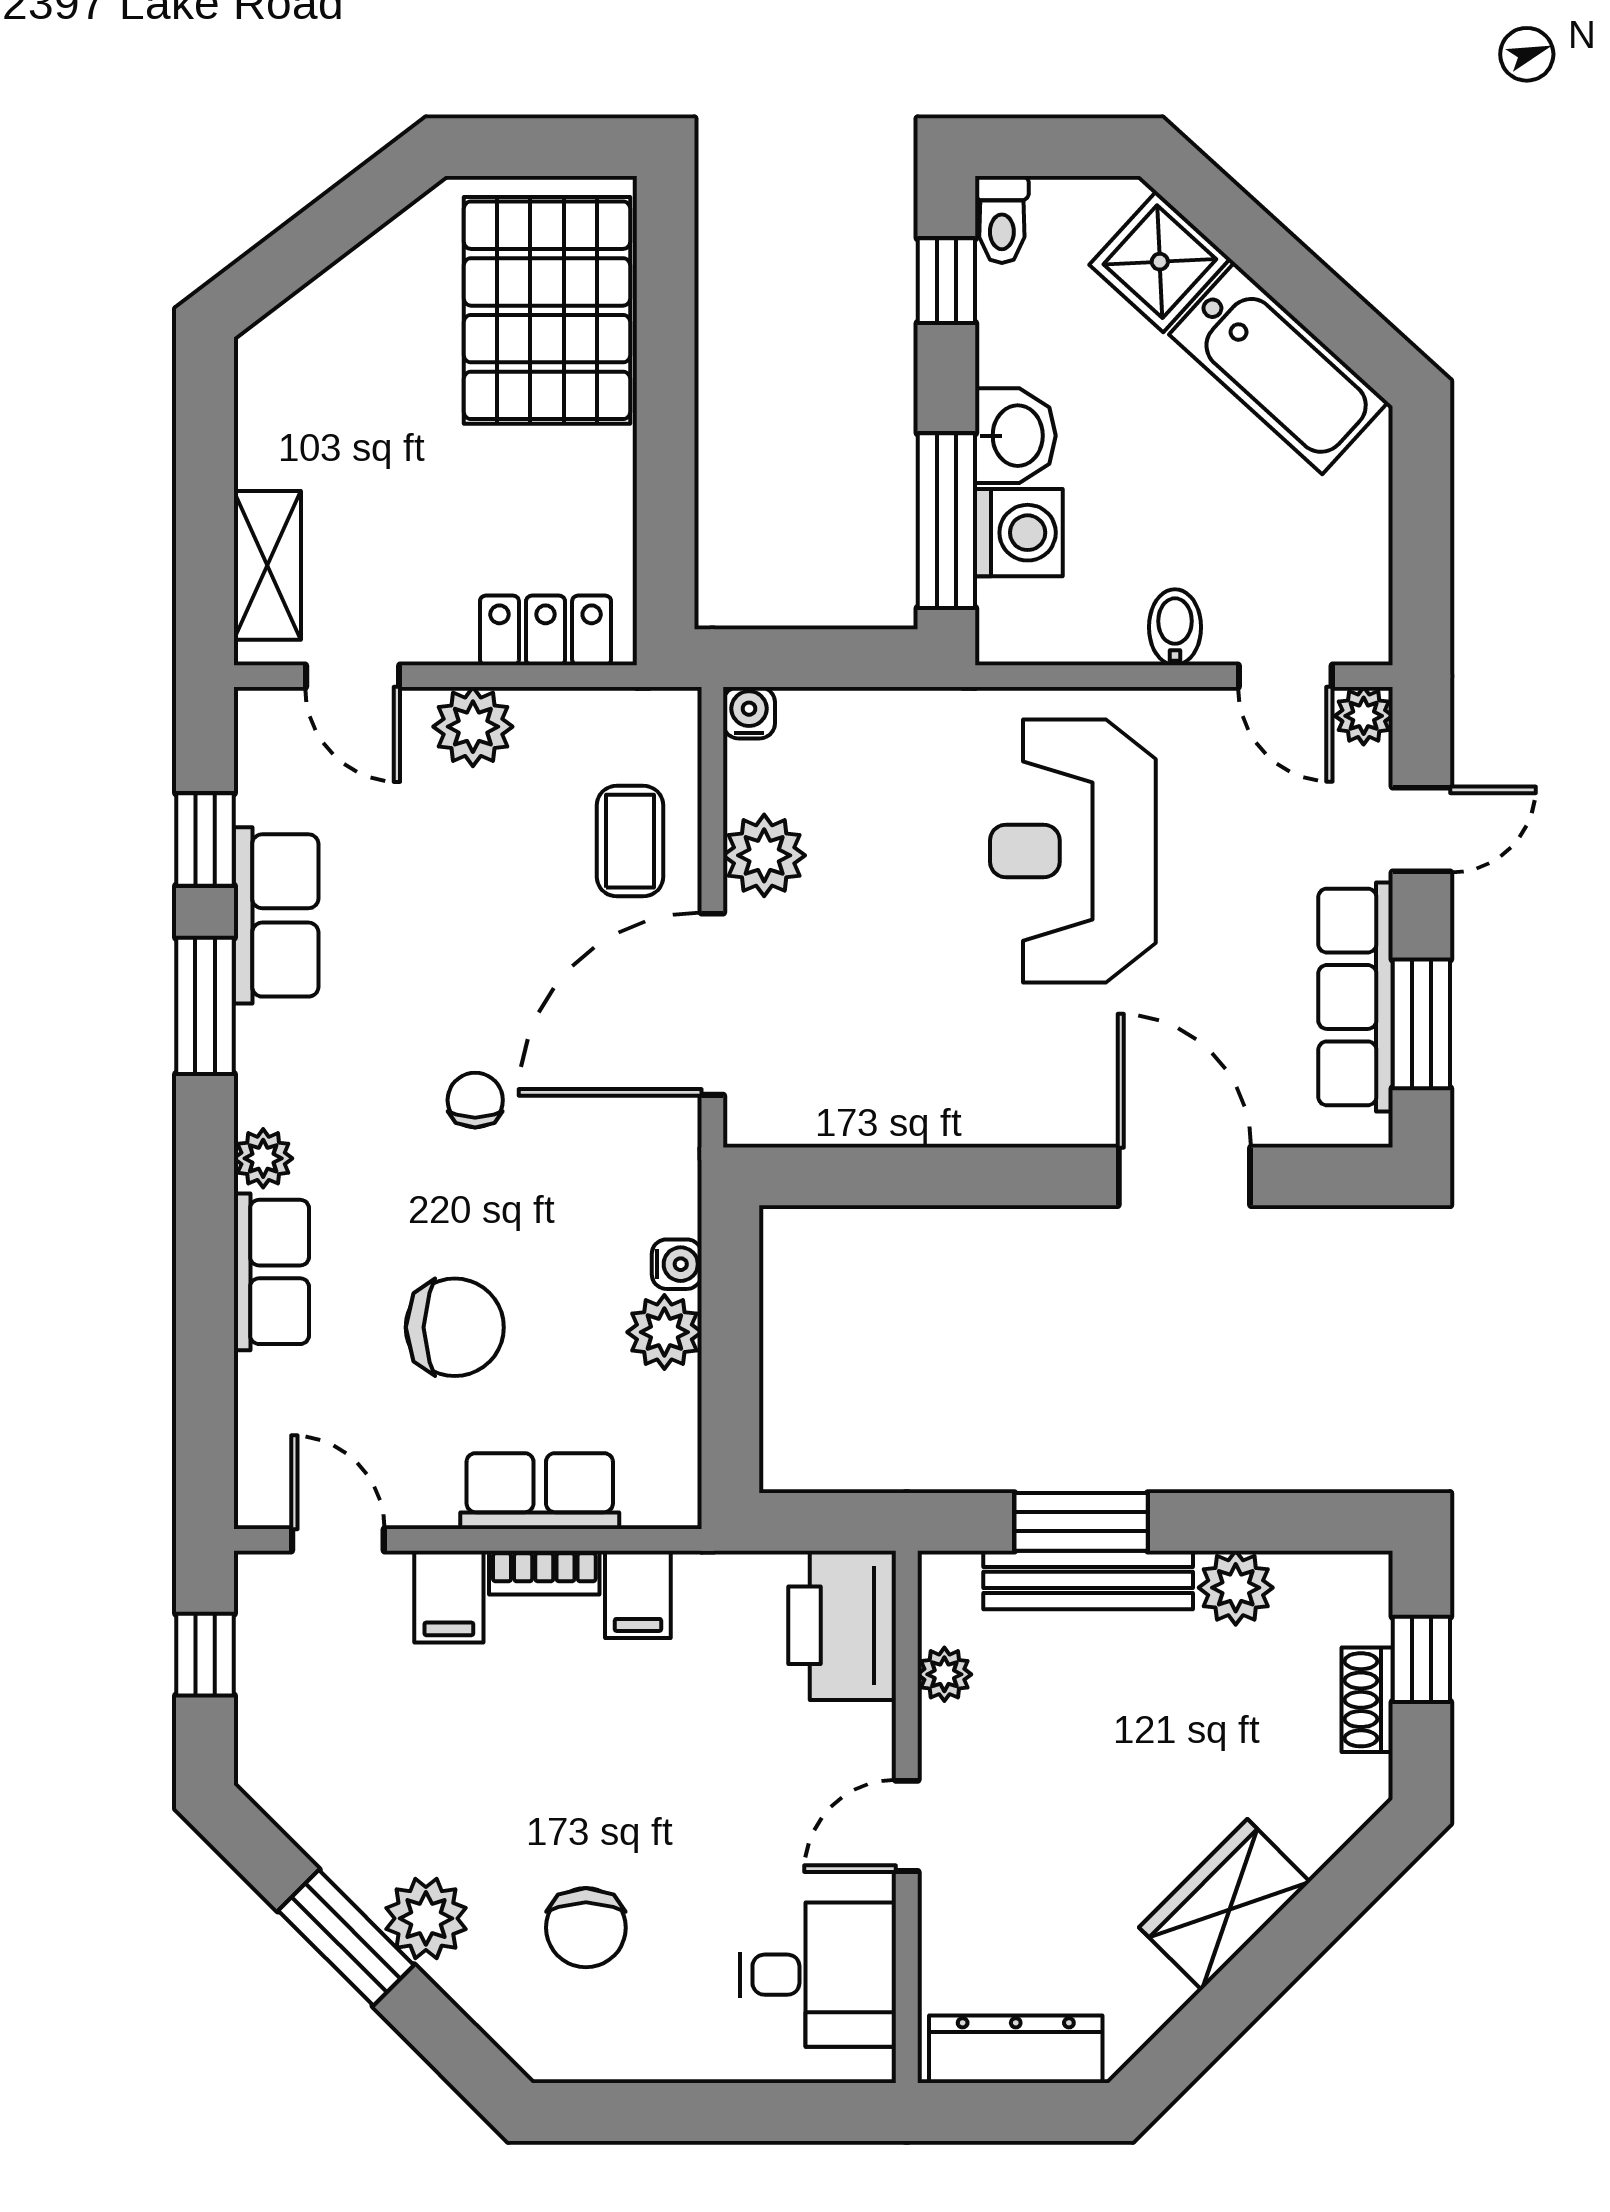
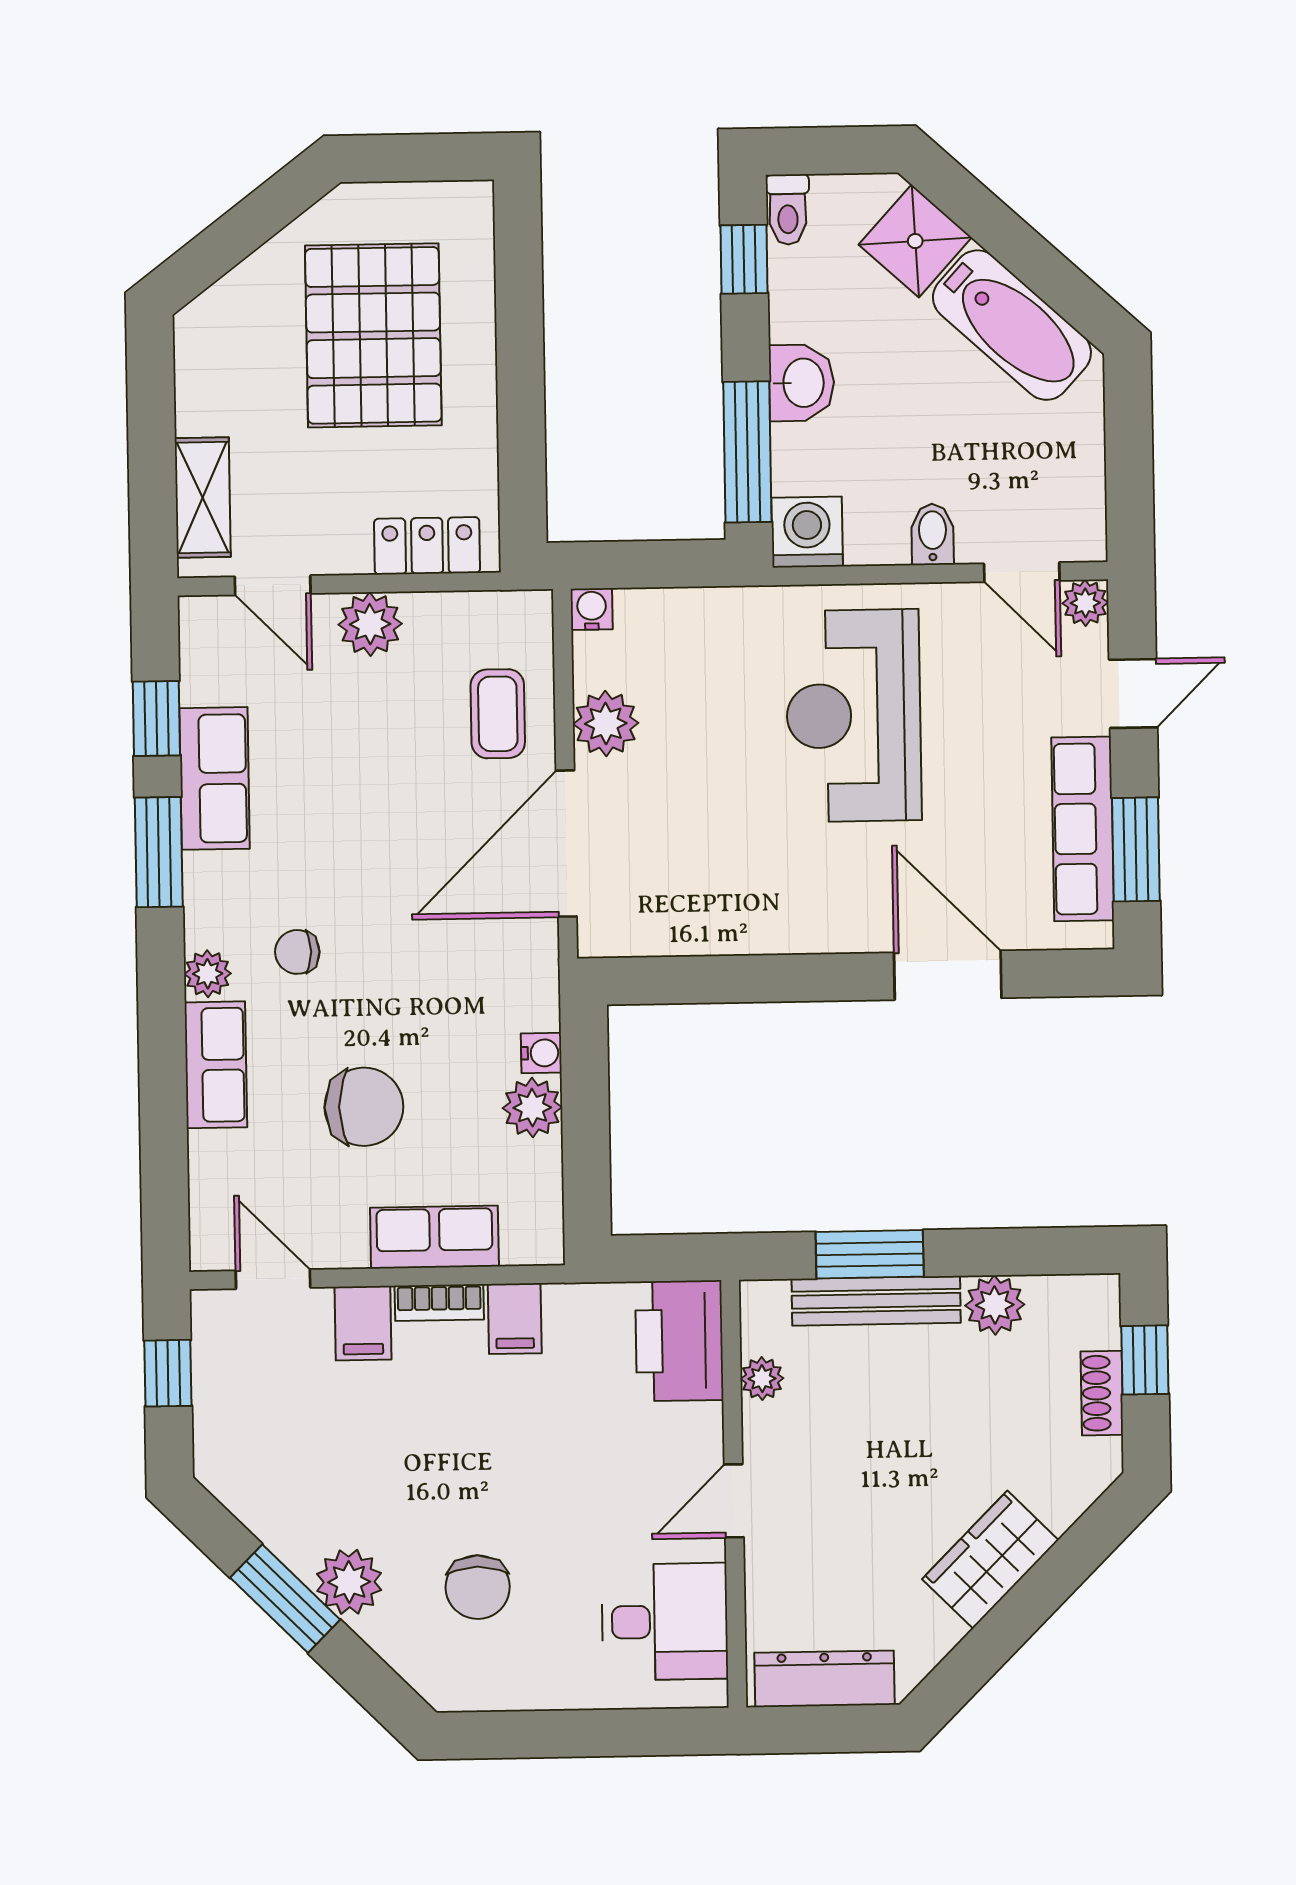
pallet: (547, 310) -> (373, 335), moved
washing machine: (1019, 533) -> (807, 532), moved, turned -90
chair: (475, 1100) -> (297, 952), moved, turned -90

